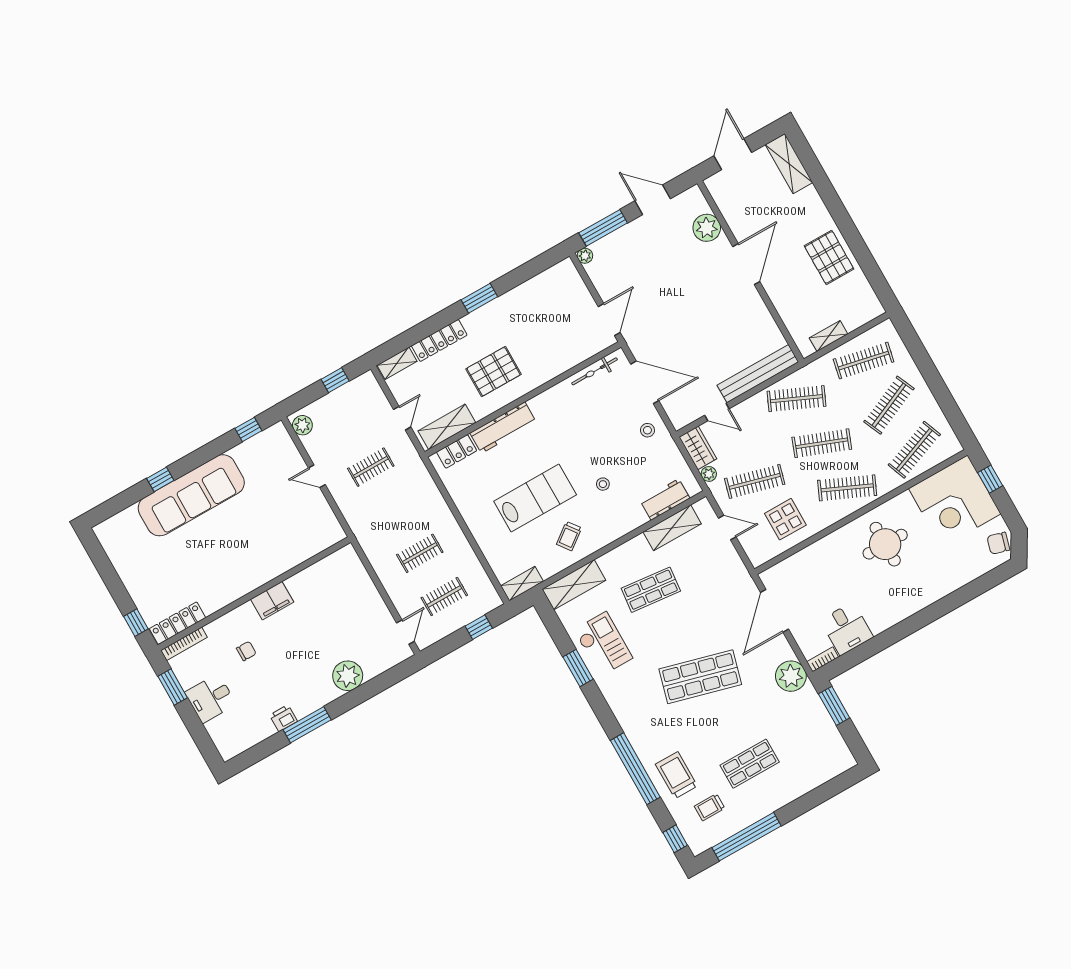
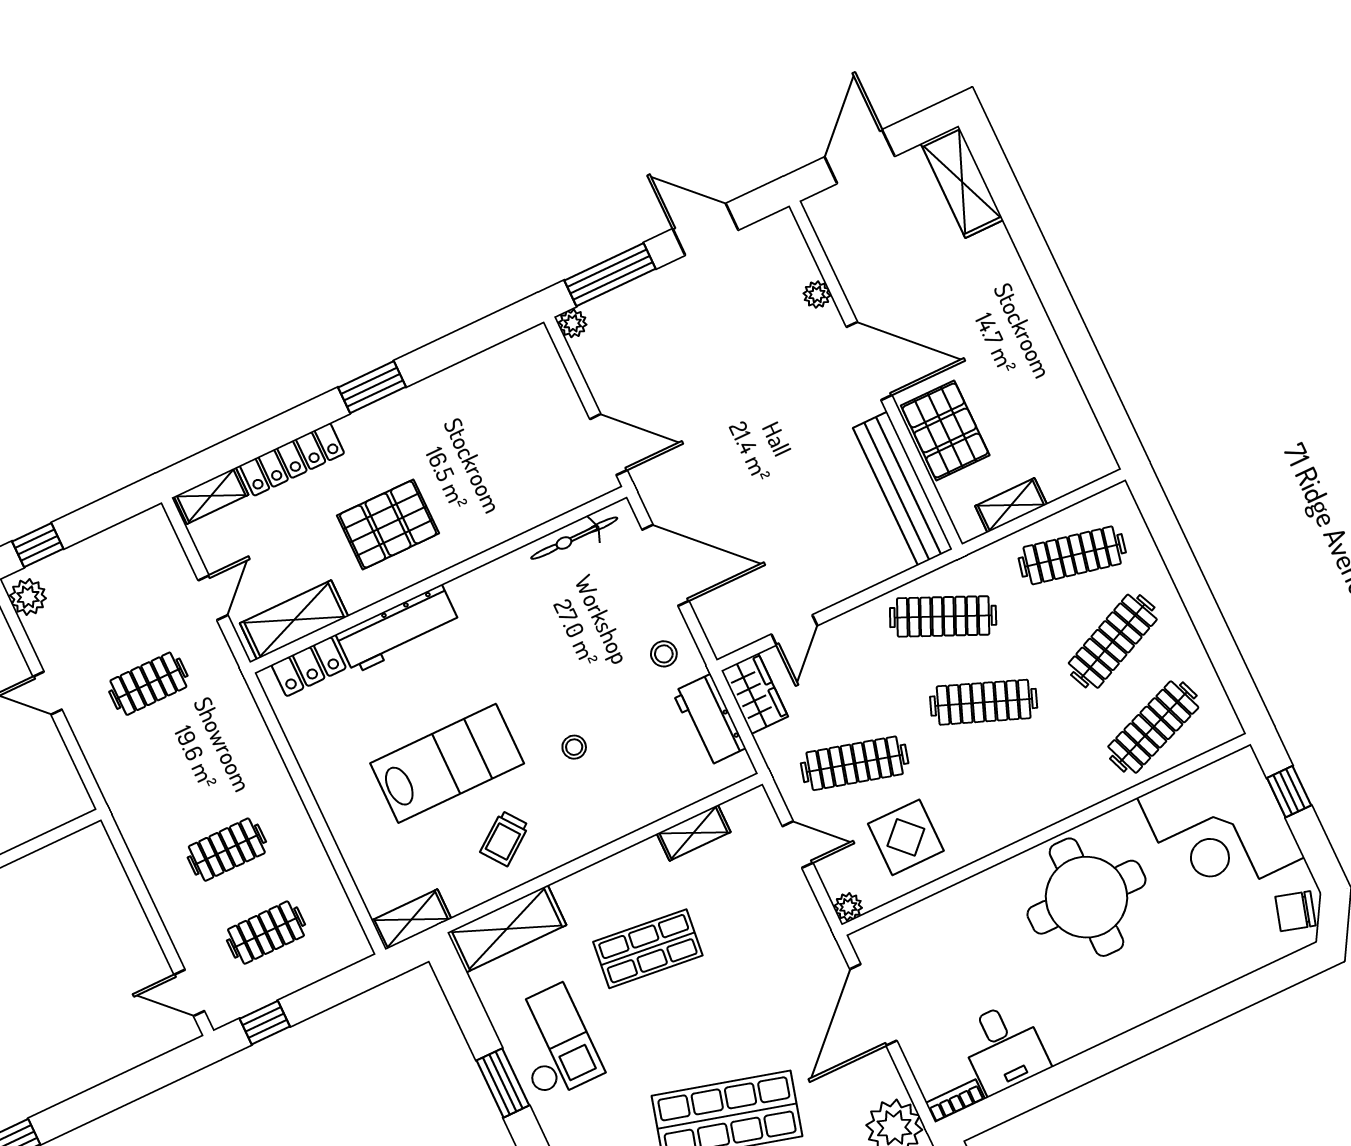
plant: (707, 228) -> (817, 294), width x0.53, depth x0.53
pallet: (829, 257) -> (945, 430), moved
door: (746, 264) -> (869, 361), hinge flipped
door: (609, 320) -> (608, 445), hinge flipped
bench: (758, 374) -> (903, 489), moved, turned 90
window: (335, 380) -> (38, 545), moved
door: (717, 412) -> (794, 630), hinge flipped
plant: (709, 474) -> (848, 907), moved
clothes rail: (847, 488) -> (1024, 788), removed
workbench: (665, 499) -> (709, 720), moved, turned -90
shelving: (672, 528) -> (694, 833), width x0.67, depth x0.75
round table: (885, 544) -> (1087, 897), width x1.36, depth x1.36
window: (479, 627) -> (265, 1023), moved
door: (405, 632) -> (189, 993), swing flipped
plant: (348, 676) -> (77, 1065), removed

